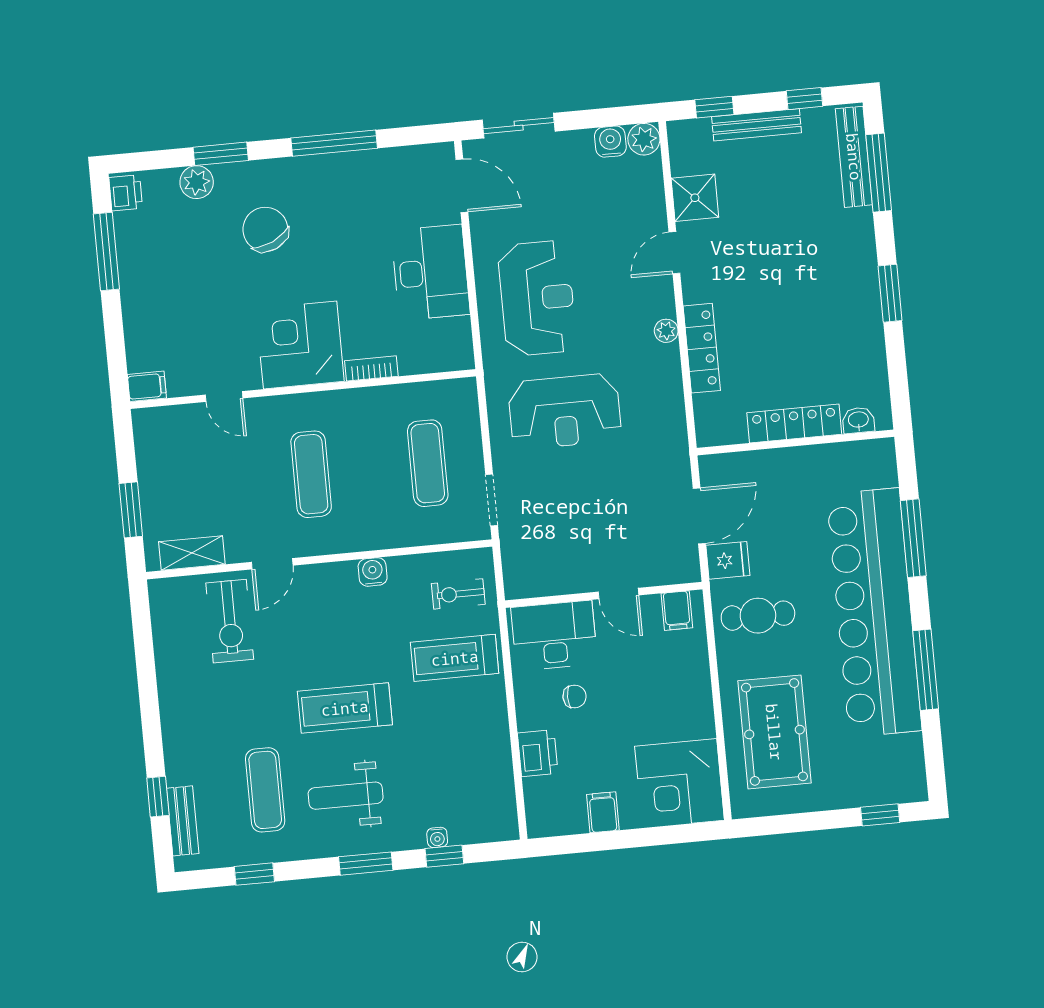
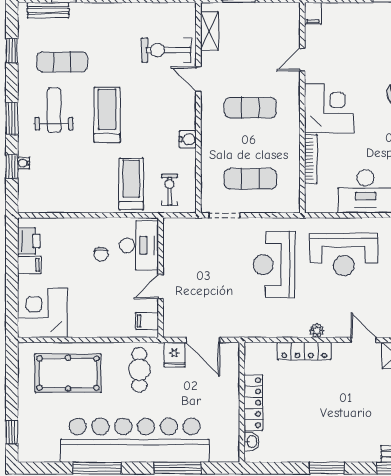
bookcase: (371, 368) -> (311, 159), width x1.56
printer: (538, 753) -> (29, 241), moved, turned -90

